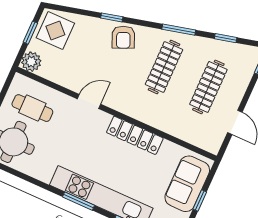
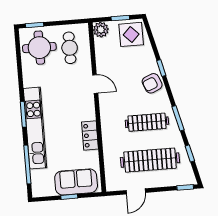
clothes rail: (208, 87) -> (150, 160), width x1.37, depth x1.31
locker: (135, 135) -> (90, 135), width x0.66

